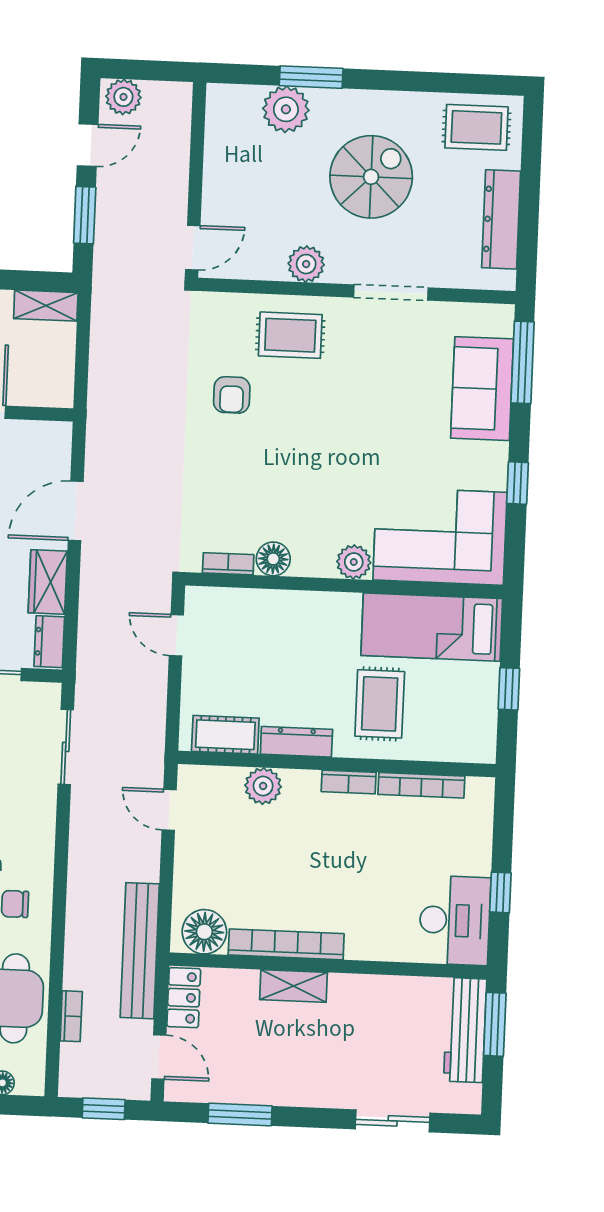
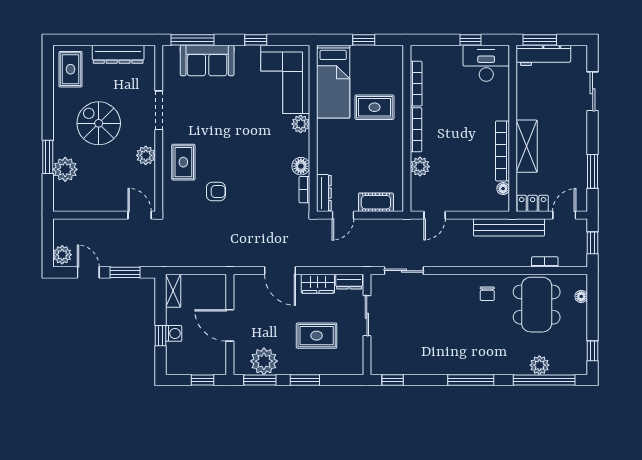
cot: (225, 735) -> (376, 202), moved, turned 90
dresser: (296, 742) -> (324, 193), moved, turned 180
bookcase: (349, 782) -> (416, 130), width x1.56
floor lamp: (204, 932) -> (503, 189), width x0.53, depth x0.53
shelving: (293, 986) -> (527, 146), width x1.50, depth x1.33

